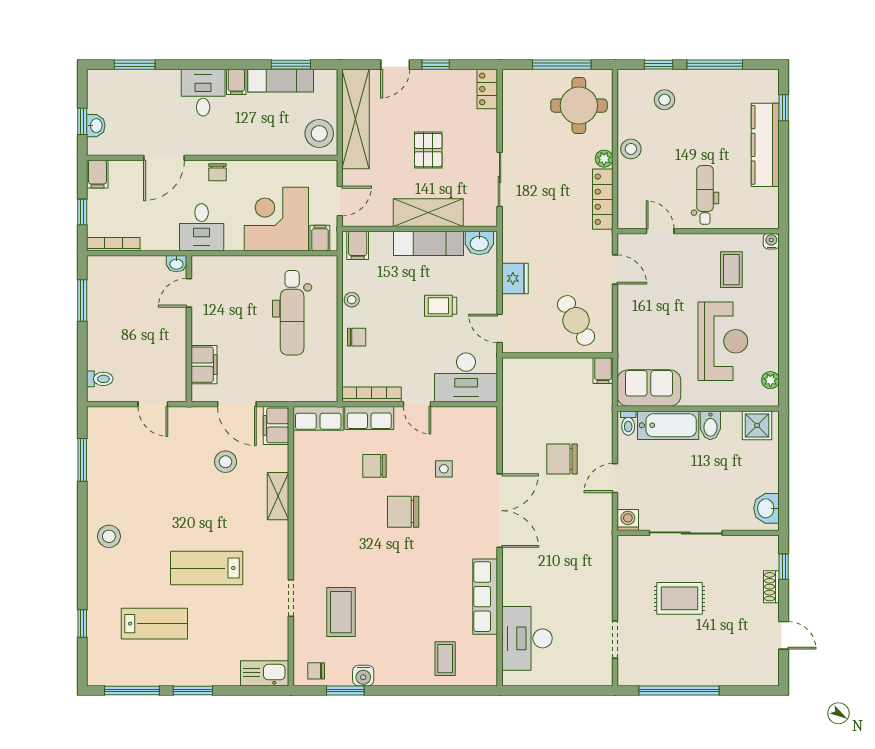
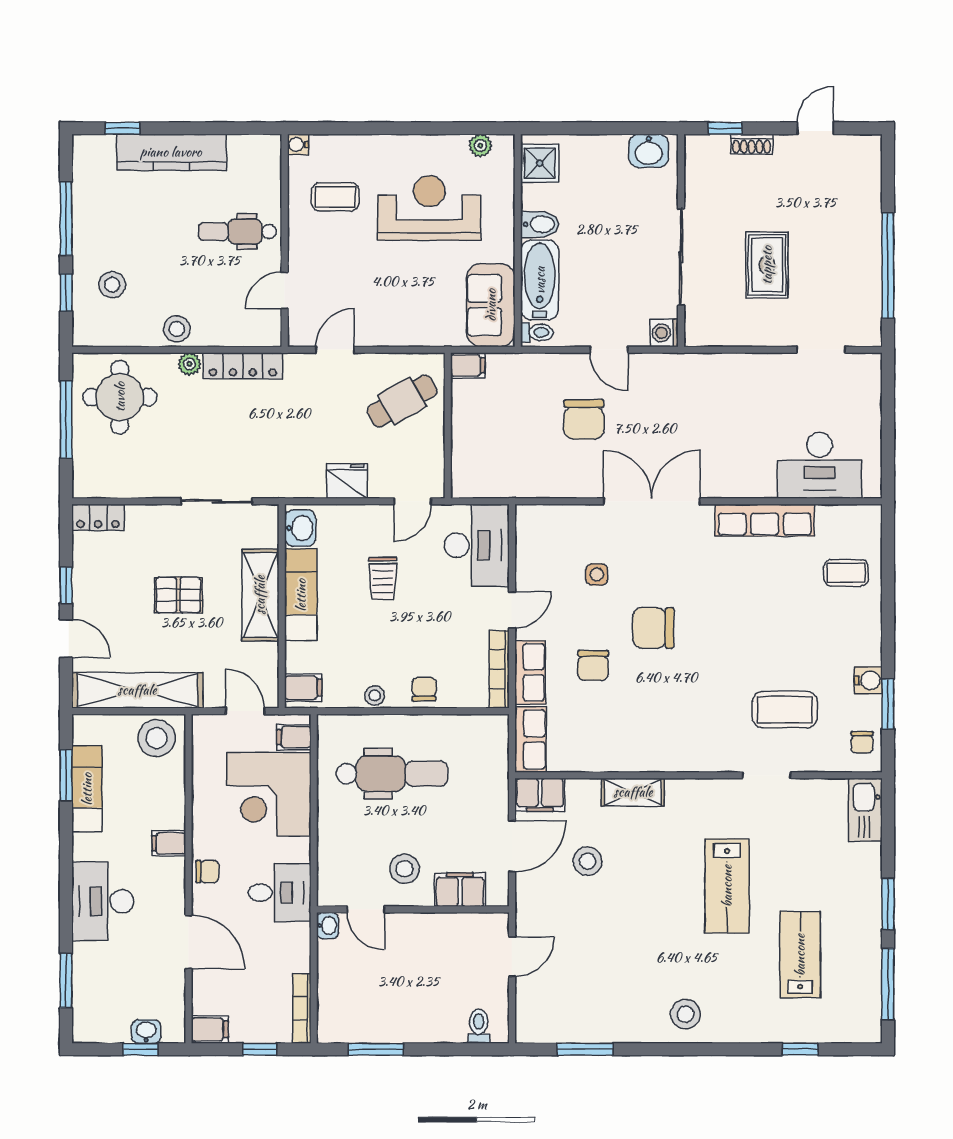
filing cabinet: (236, 82) -> (169, 843), moved, turned 180
desk: (203, 93) -> (103, 901), width x1.37
stool: (220, 322) -> (404, 869), added
chair: (403, 512) -> (653, 628), turned 90

